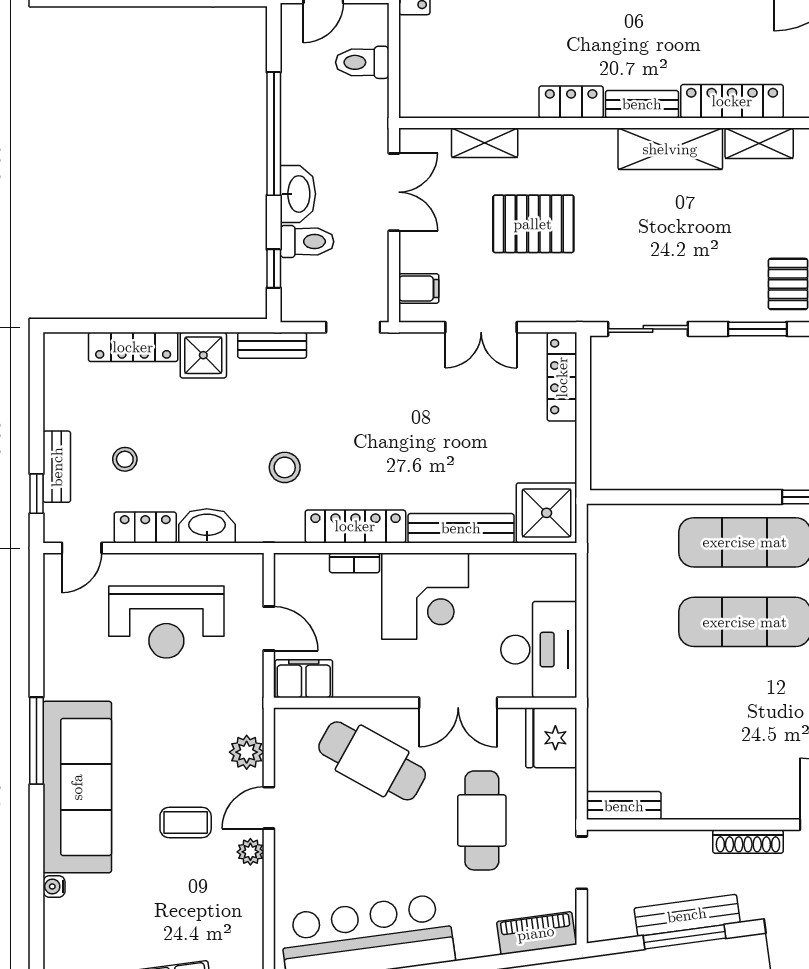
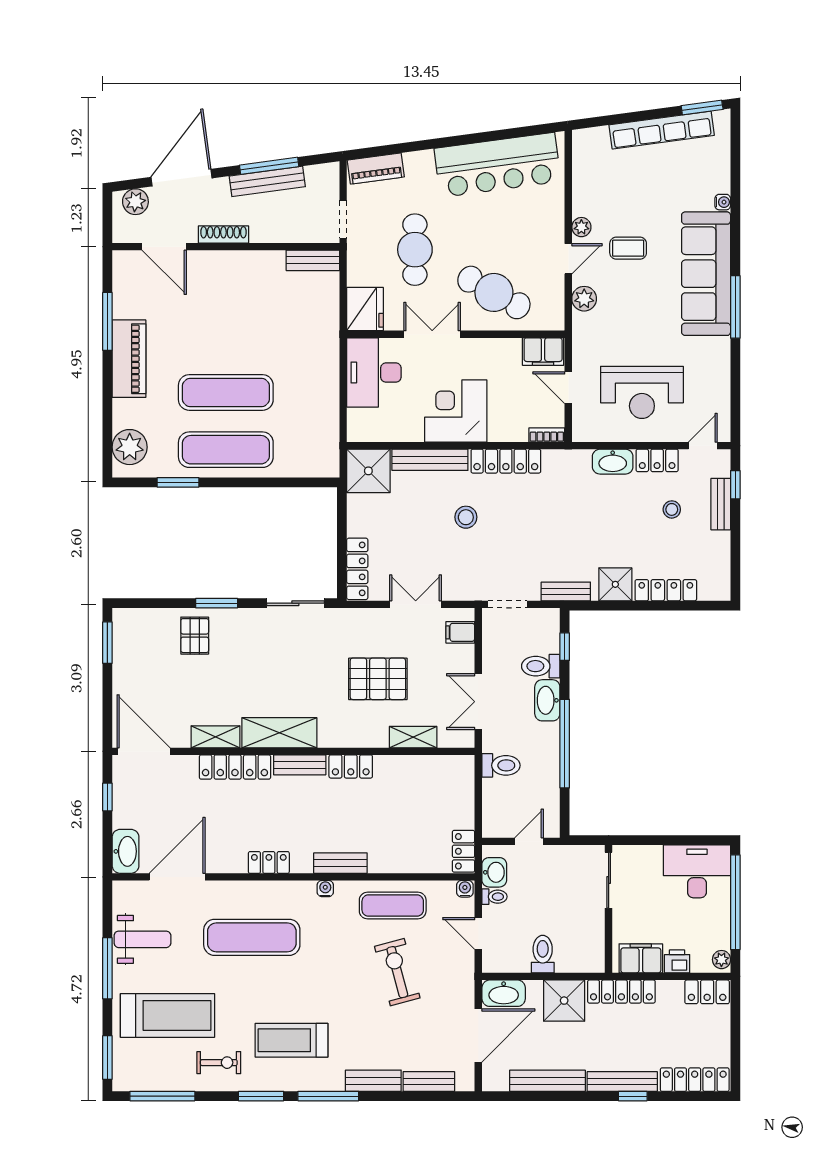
toilet: (362, 62) -> (501, 765), moved
stool: (285, 467) -> (466, 517), moved
bookcase: (354, 563) -> (547, 435), moved
reception desk: (166, 622) -> (642, 392), turned 180

